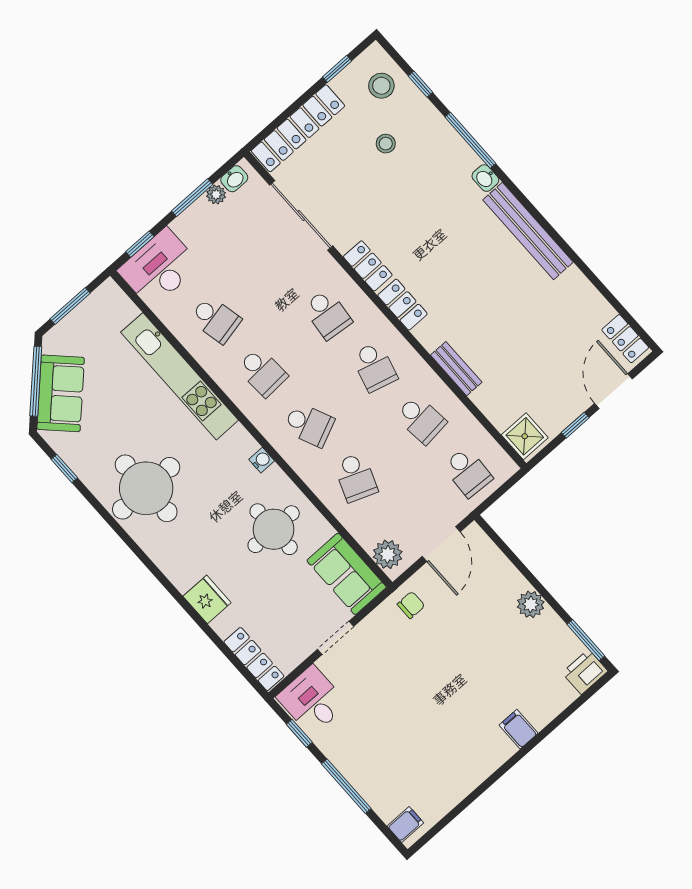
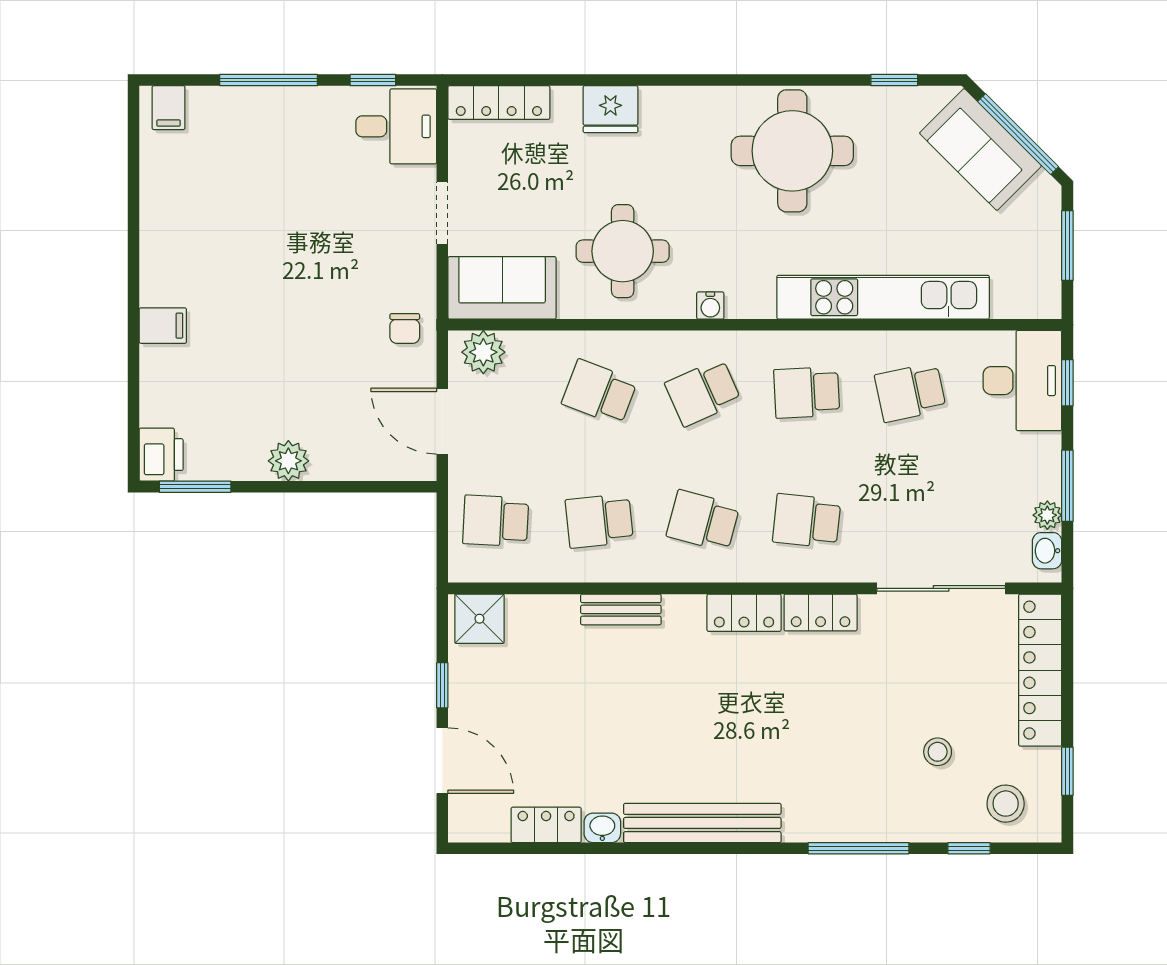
washbasin: (485, 178) -> (602, 828), moved
locker: (625, 339) -> (546, 825), moved

